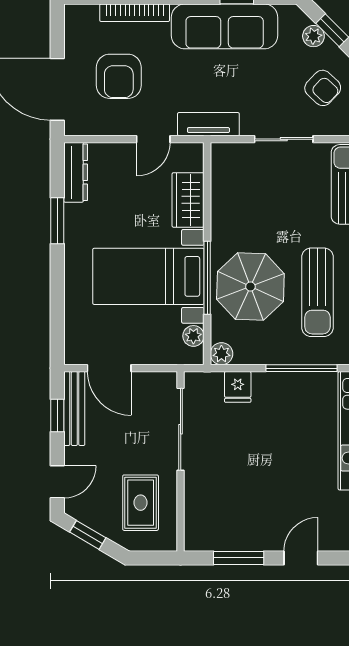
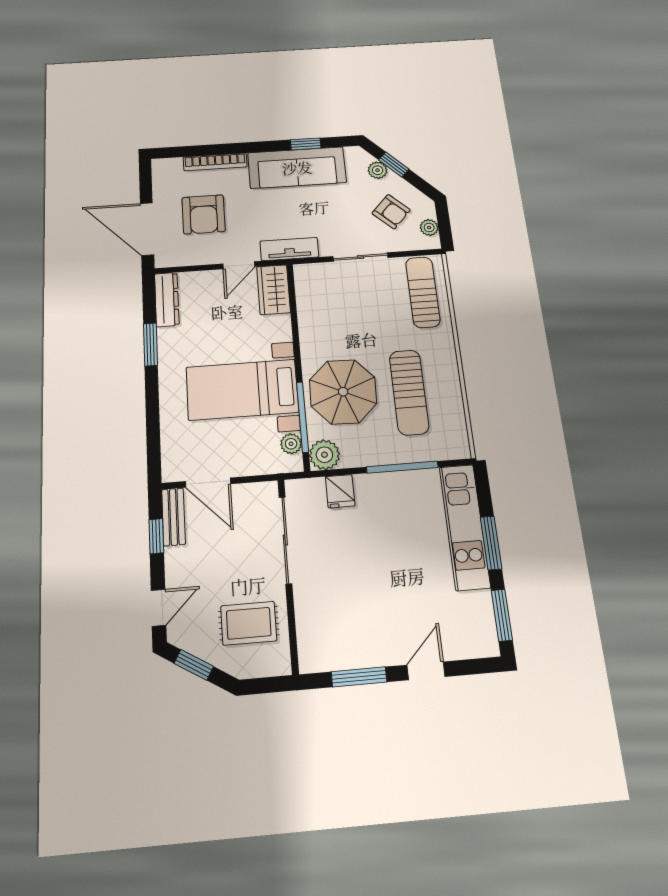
wardrobe: (188, 200) -> (274, 290), moved
window: (207, 278) -> (303, 417), moved
plant: (221, 354) -> (324, 455), width x1.38, depth x1.38
bench: (74, 408) -> (173, 517), width x0.73
rug: (141, 503) -> (249, 623), turned 90

